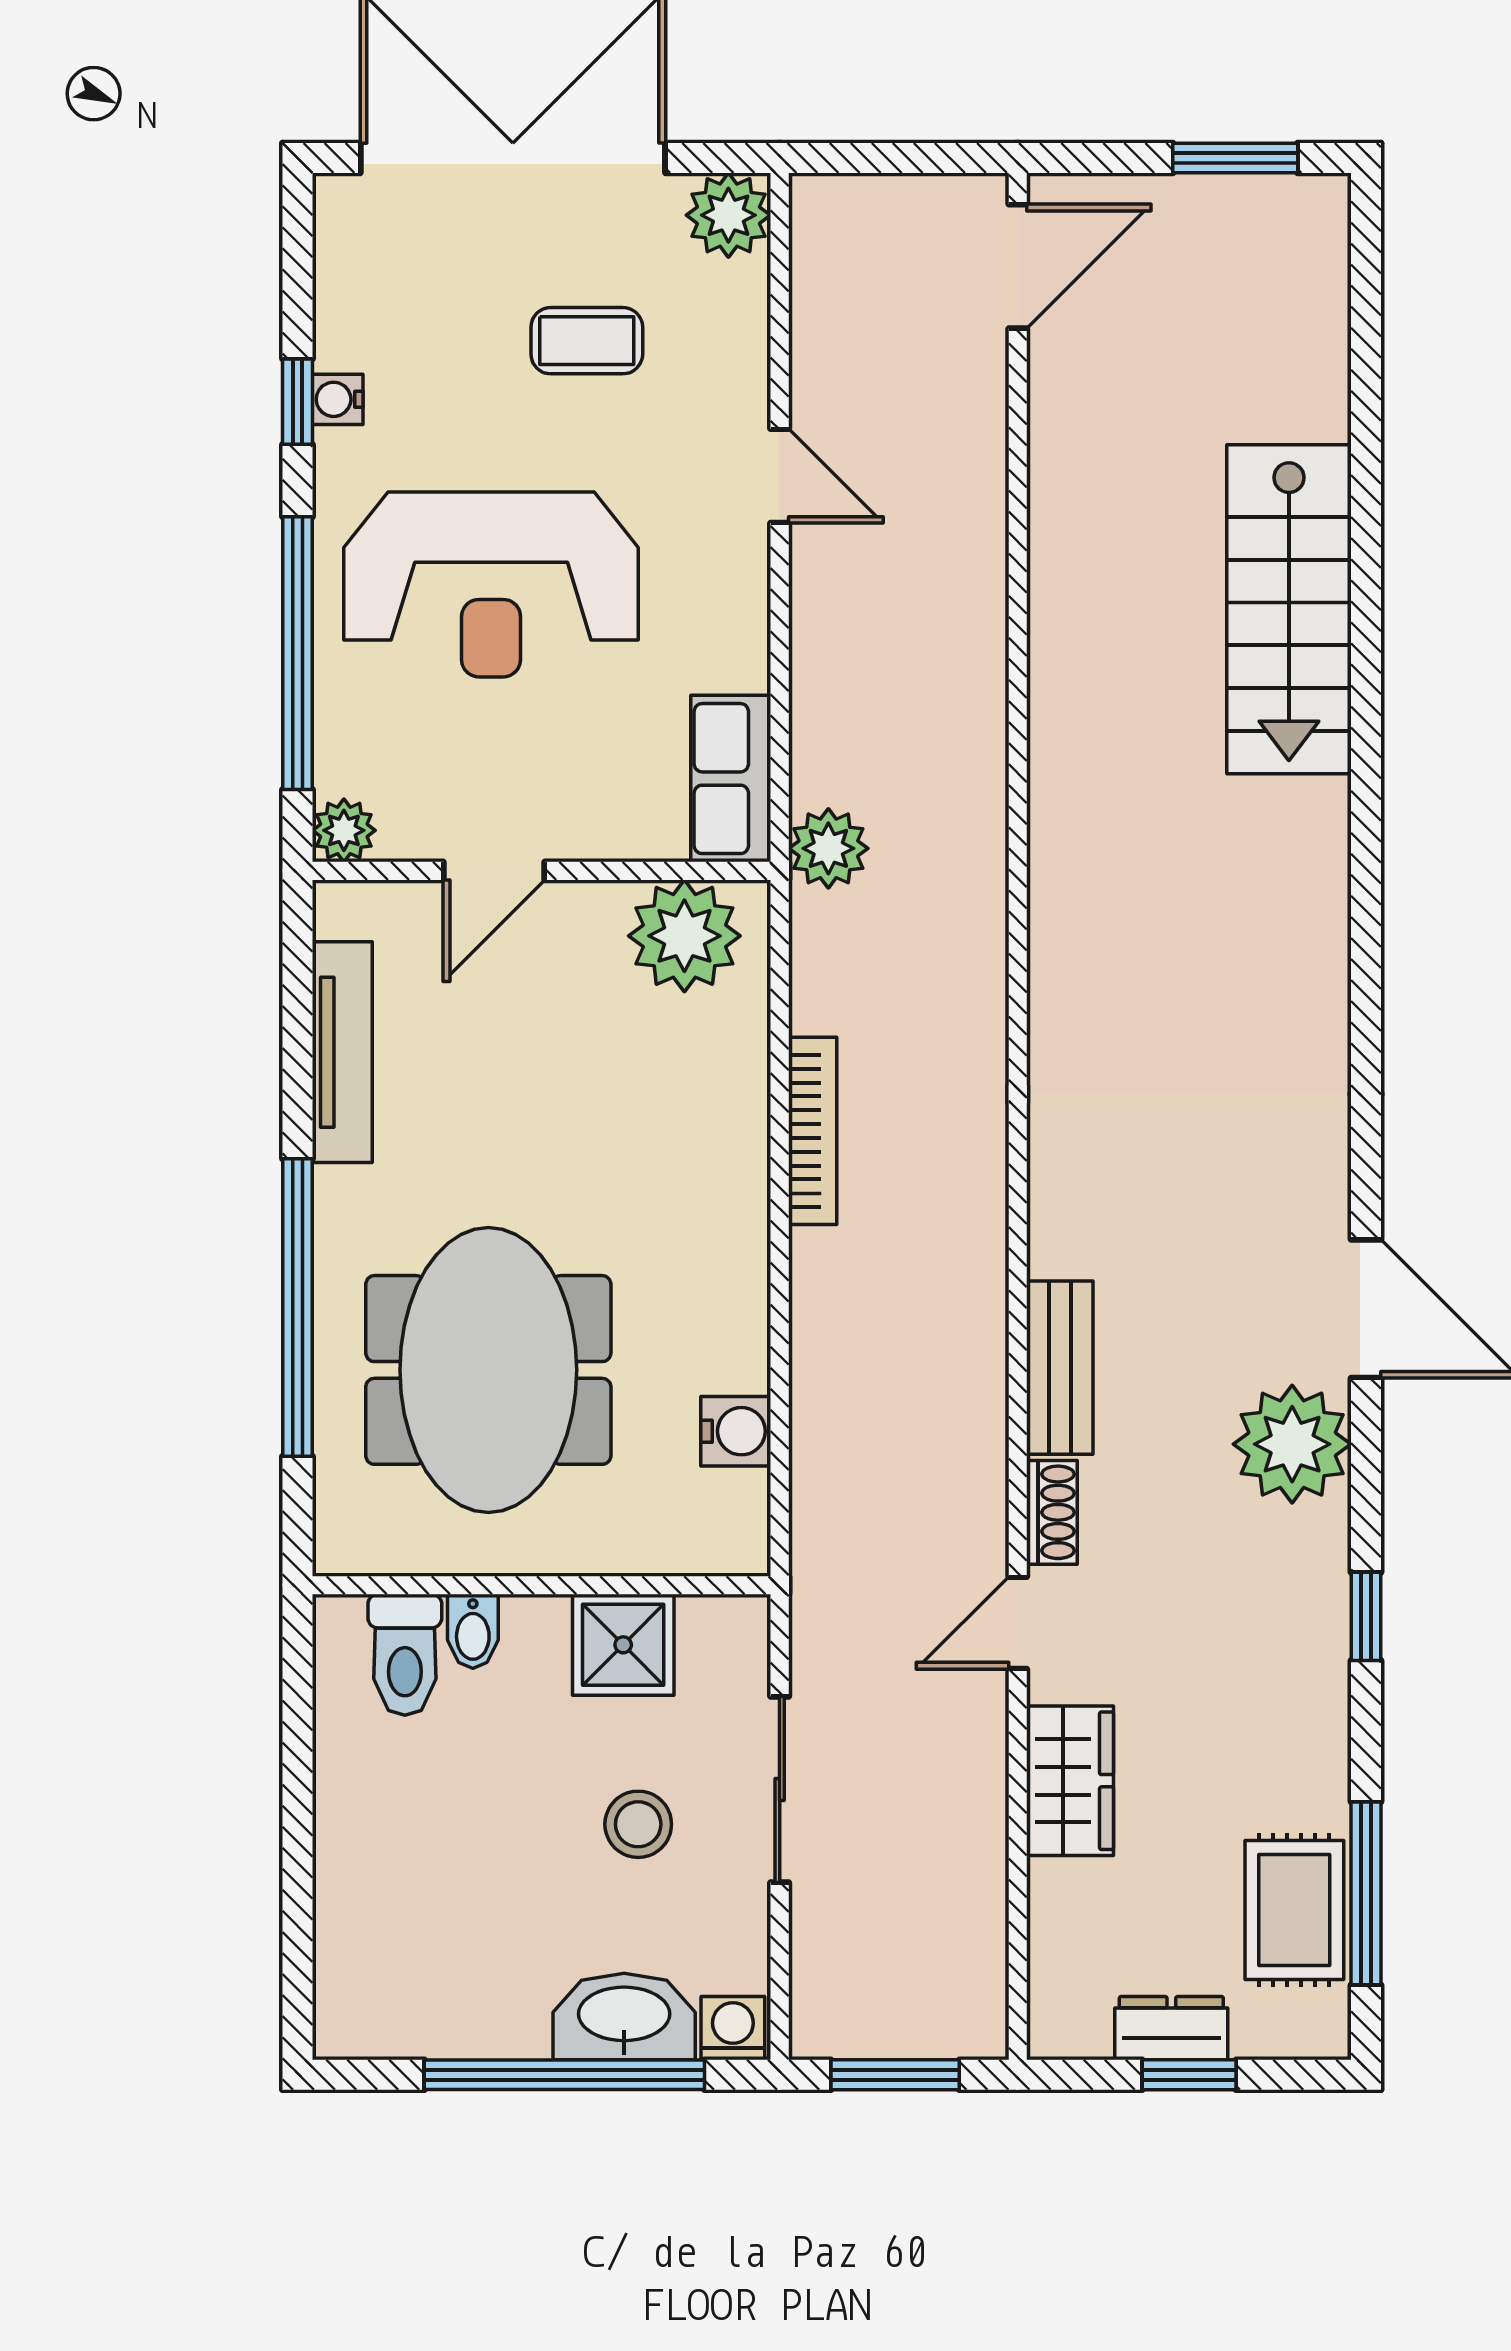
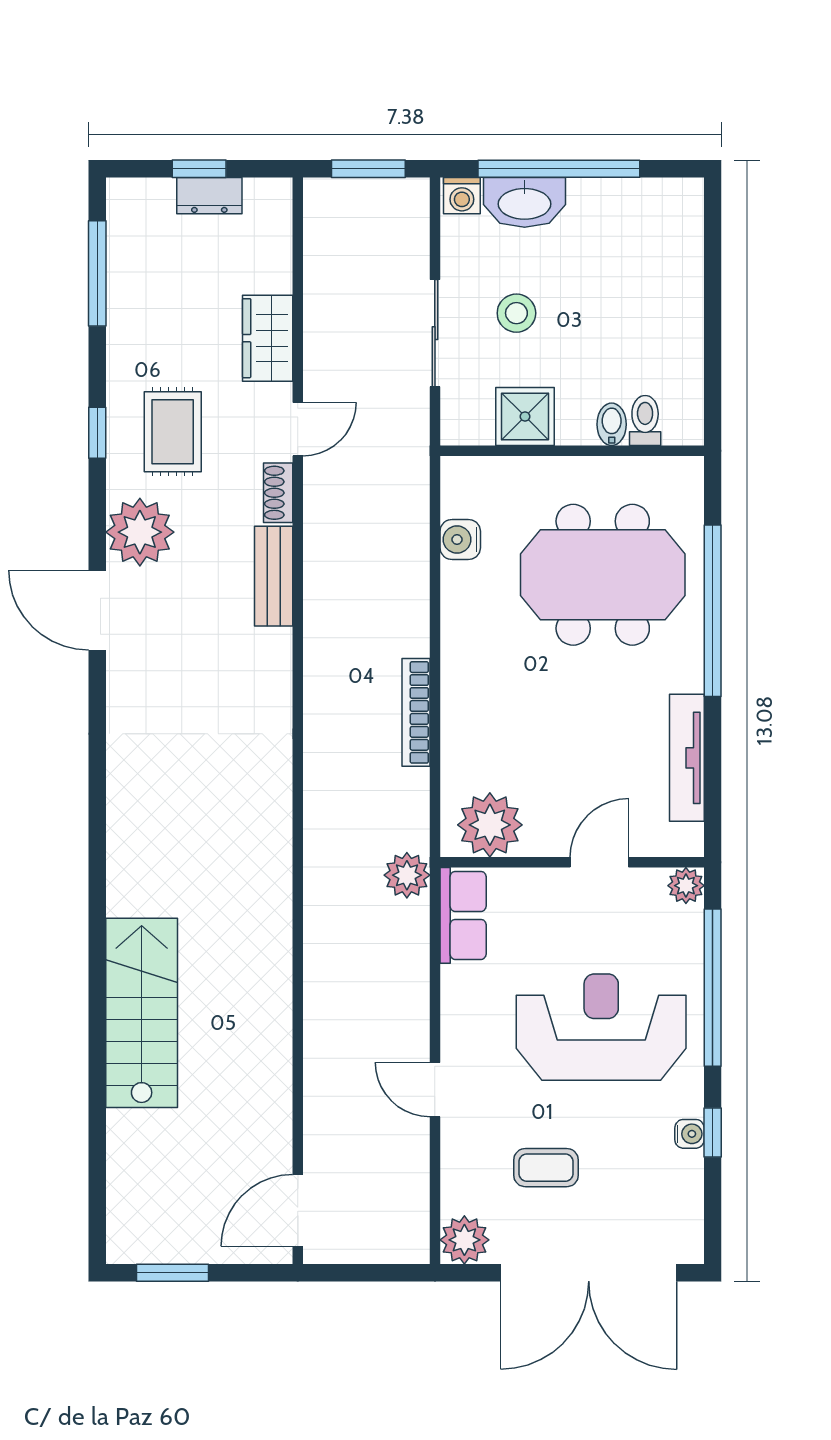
meeting table: (488, 1370) -> (603, 575), turned 90
toilet: (405, 1655) -> (645, 420), width x0.73, depth x0.72
rug: (1294, 1910) -> (173, 432), moved

